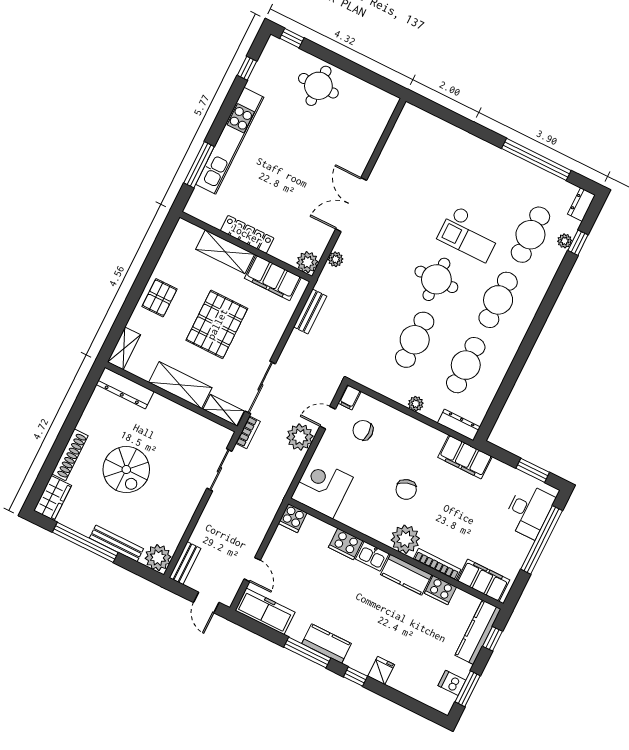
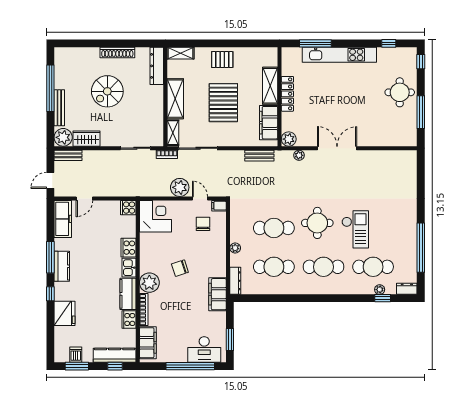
window: (358, 71) -> (421, 112), added
checkout: (470, 234) -> (355, 229), turned 180
pallet: (217, 324) -> (223, 103), turned 90
shoe rack: (70, 455) -> (117, 52), moved
wardrobe: (53, 498) -> (87, 139), moved, turned 180
fridge: (381, 670) -> (65, 313), width x1.88, depth x1.34

